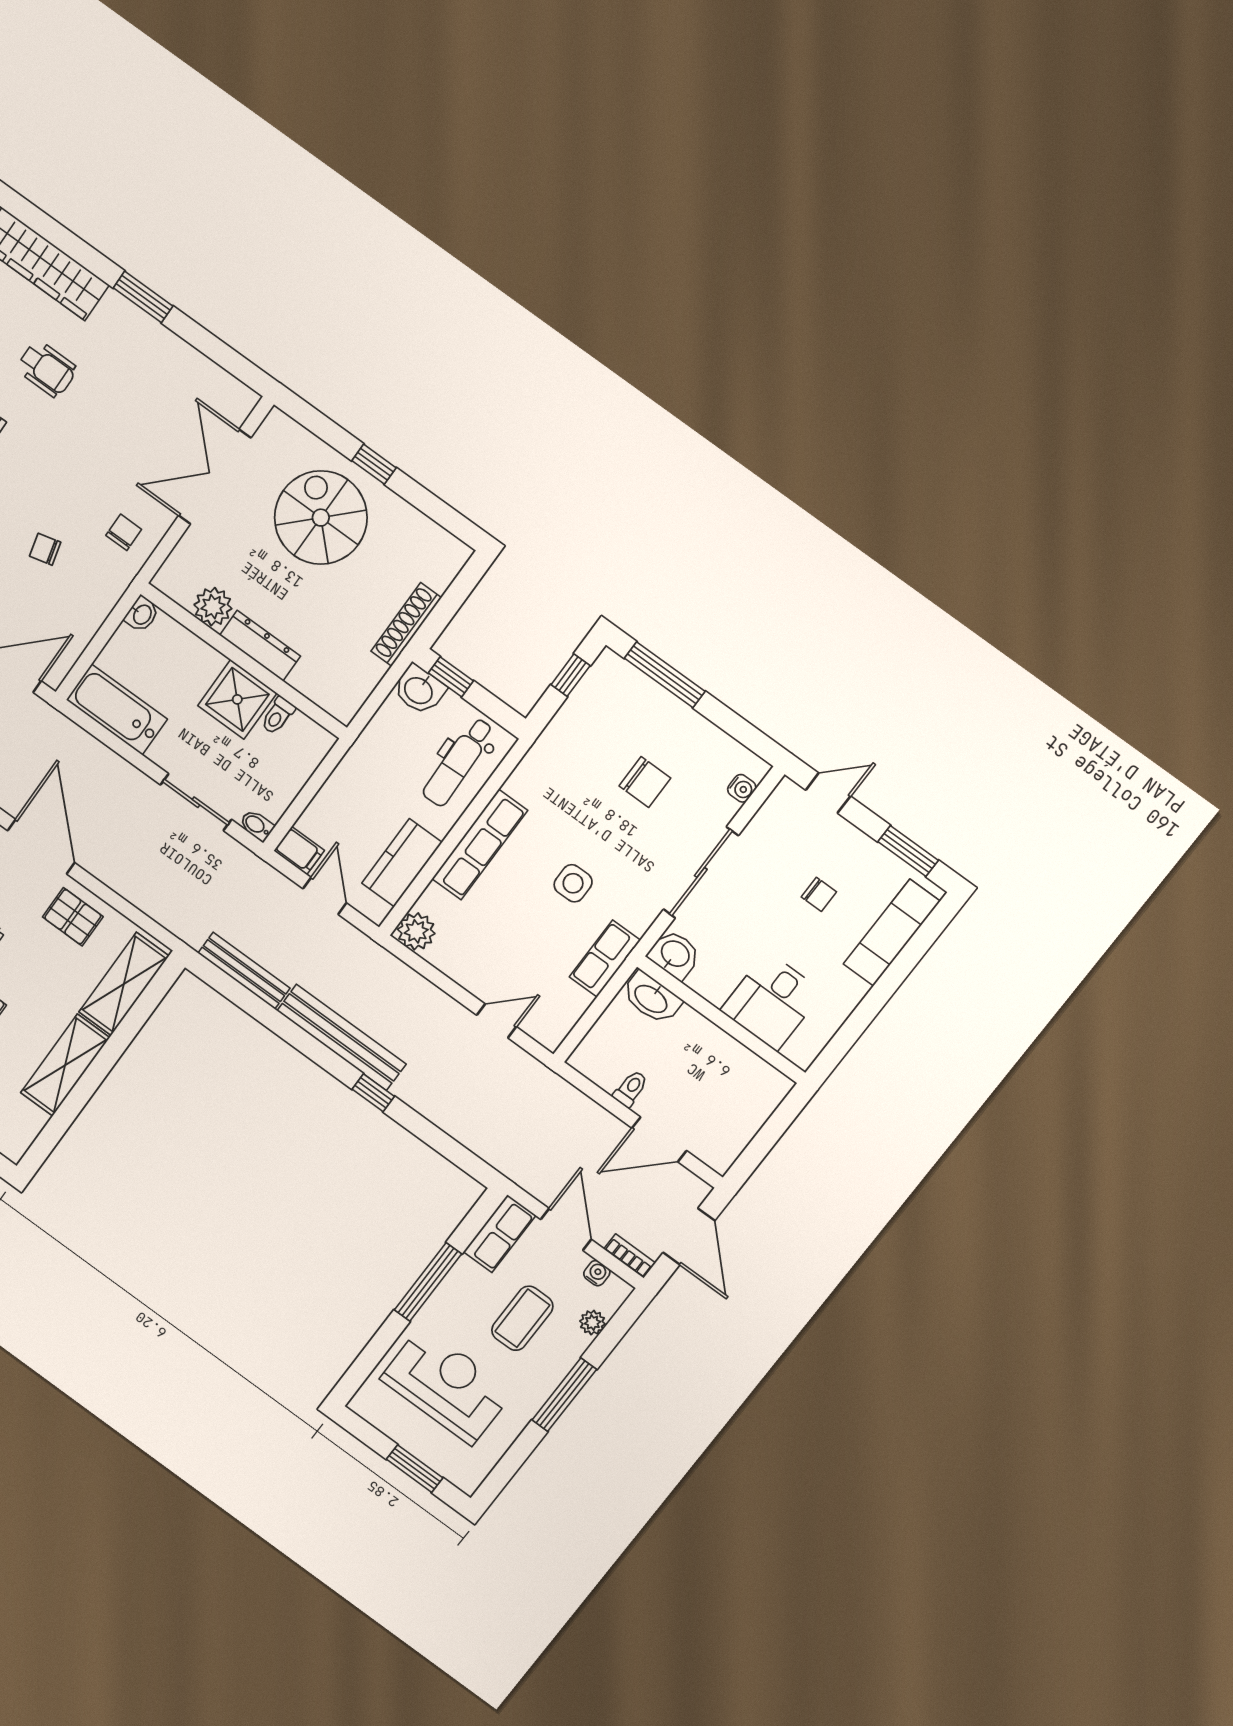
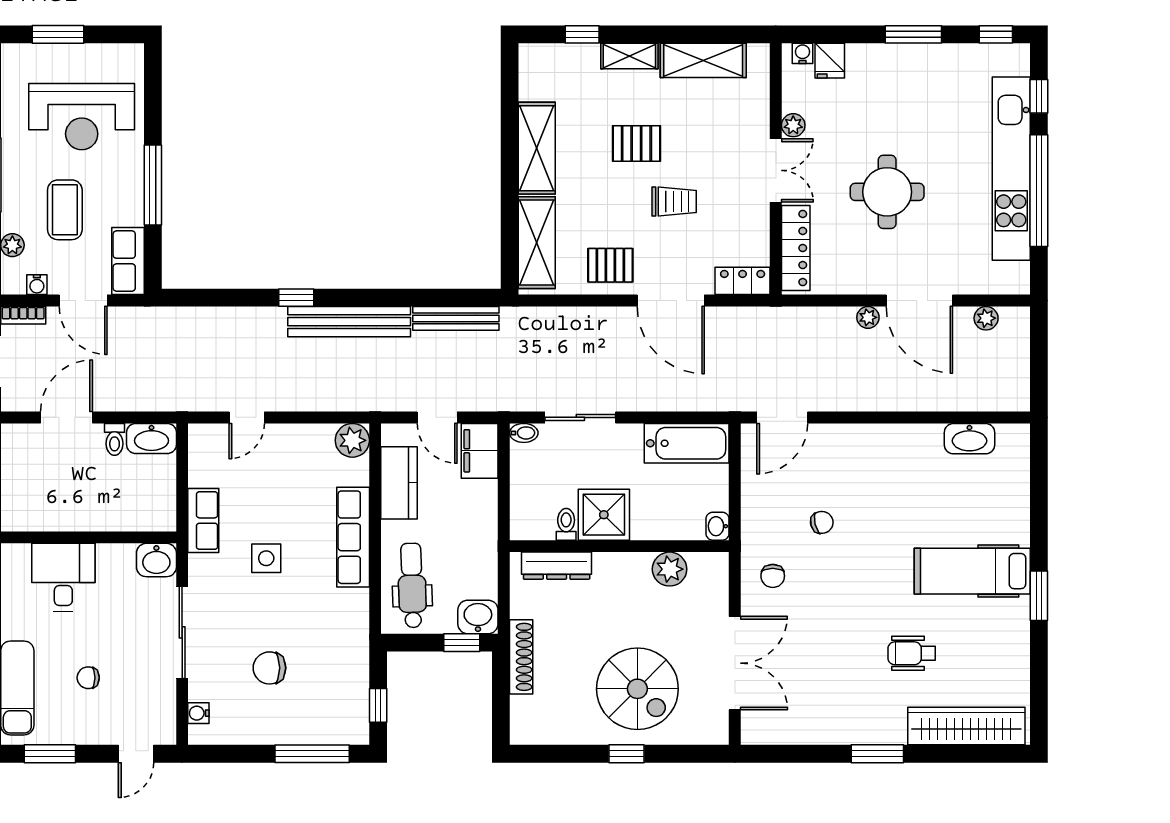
dresser: (260, 646) -> (557, 566), moved
filing cabinet: (299, 851) -> (480, 451), width x2.00
washbasin: (651, 998) -> (151, 438), moved, turned 180

